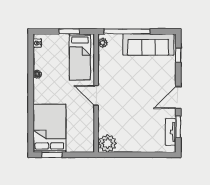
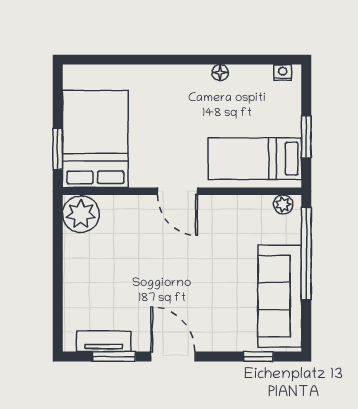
door: (96, 95) -> (177, 191), swing flipped
bed: (49, 128) -> (95, 139), moved, turned -90
window: (52, 155) -> (58, 149), moved

